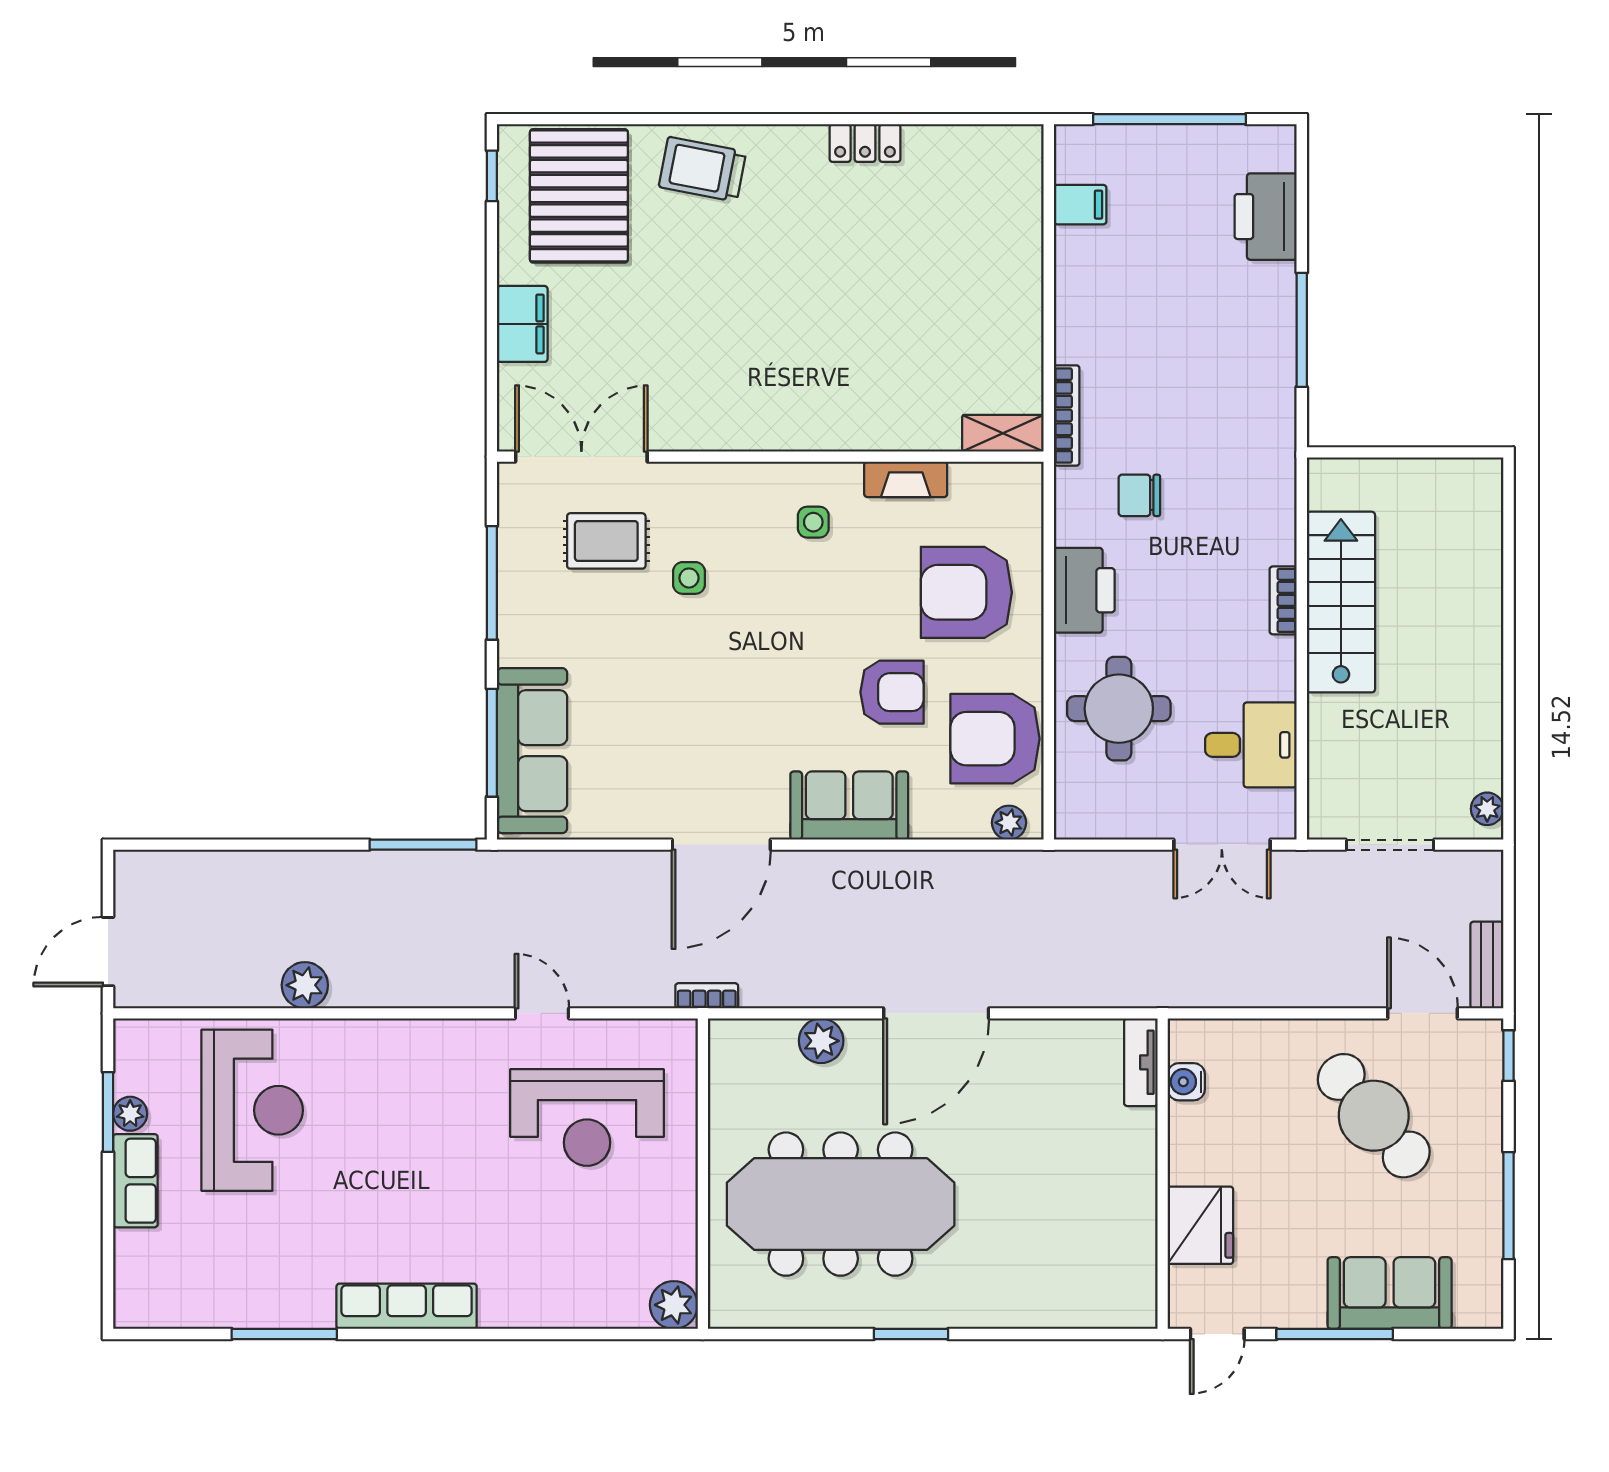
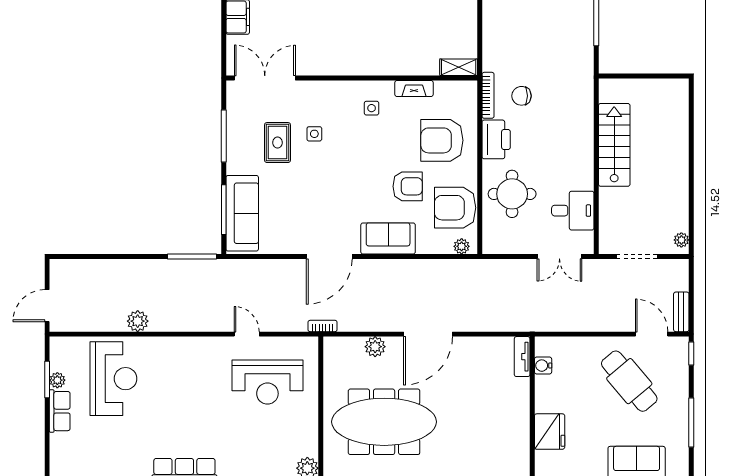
bookcase: (1067, 415) -> (488, 95), moved
rug: (606, 541) -> (277, 143), moved, turned 90
bookcase: (1283, 600) -> (588, 144), removed

